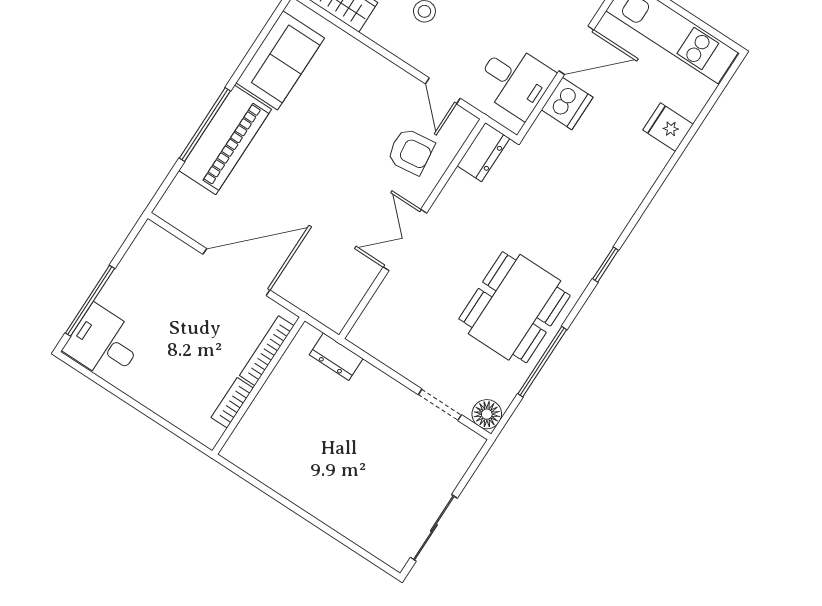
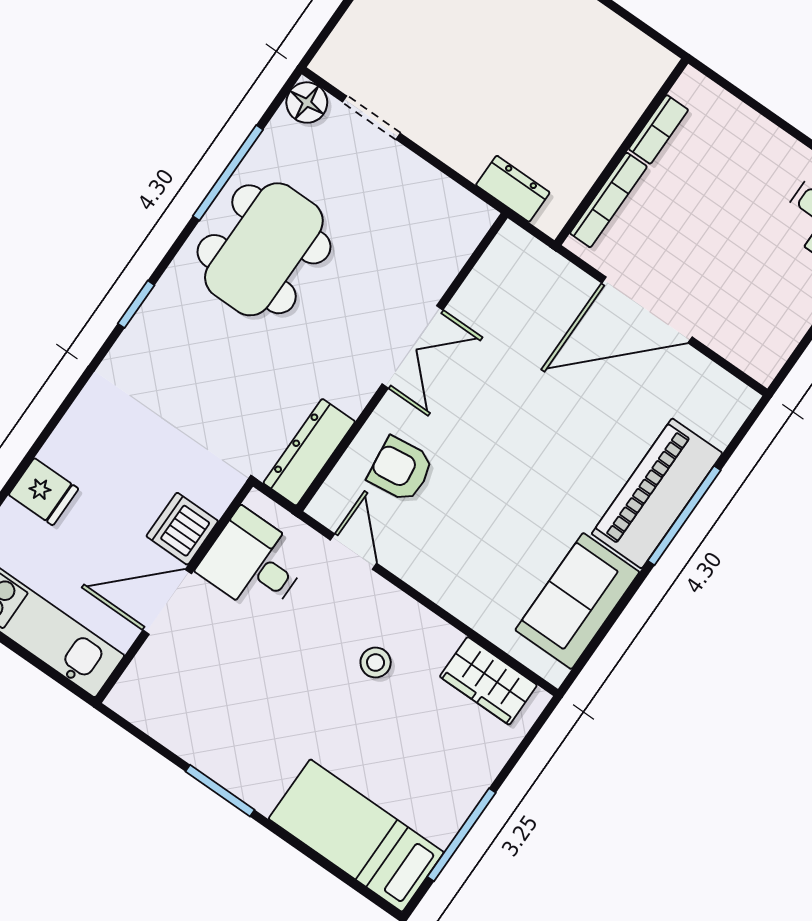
dresser: (483, 152) -> (309, 452), width x1.44

